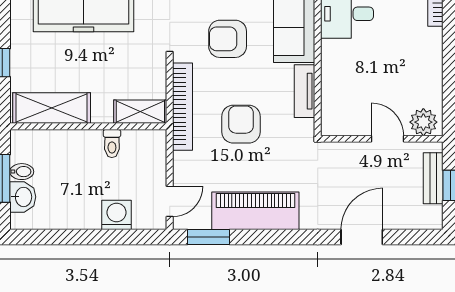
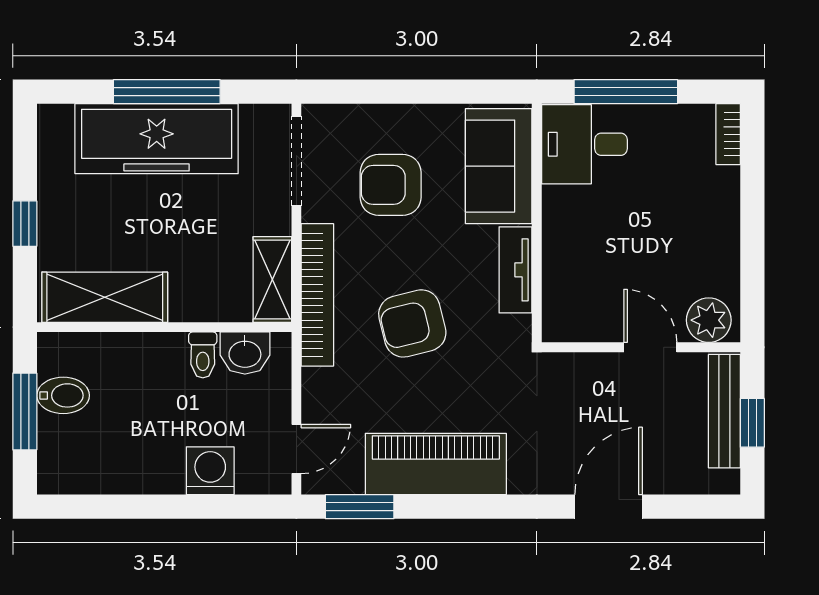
shelving: (140, 112) -> (272, 280), moved, turned 90
armchair: (241, 124) -> (412, 323), turned -104
bidet: (22, 172) -> (63, 395), width x1.38, depth x1.36
bench: (433, 178) -> (724, 411), width x1.36
washbasin: (23, 197) -> (245, 353), moved, turned 90

